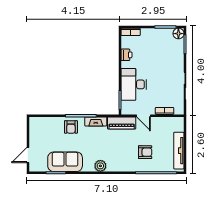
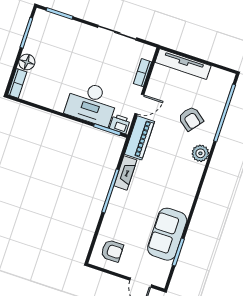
floor lamp: (178, 34) -> (27, 62), moved
printer: (126, 55) -> (120, 124), moved
armchair: (71, 127) -> (112, 251), moved
tv unit: (179, 151) -> (183, 64), moved
armchair: (145, 152) -> (191, 119), turned 128
plant: (100, 166) -> (200, 153), moved

